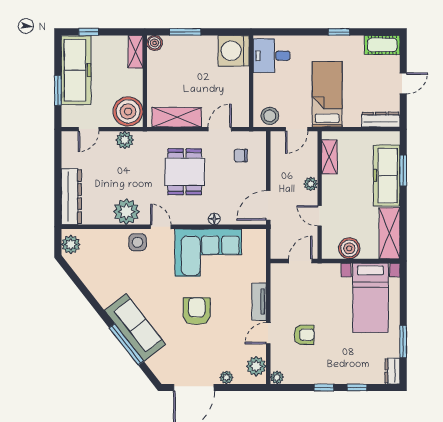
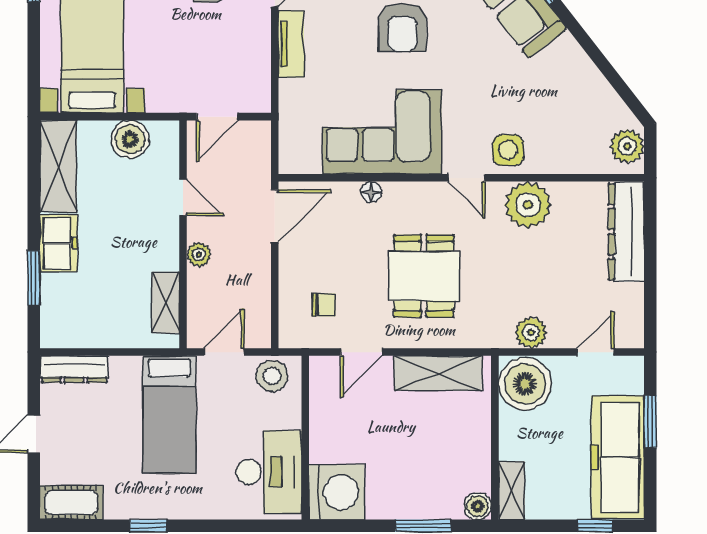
desk: (271, 56) -> (269, 472), width x1.37
freezer: (387, 176) -> (58, 243), width x0.52, depth x0.79

